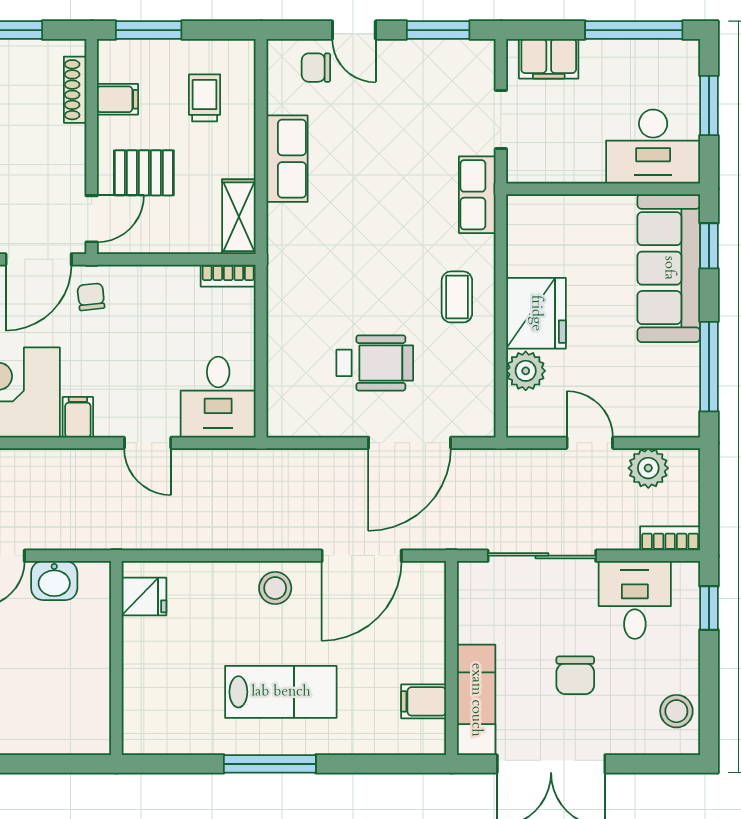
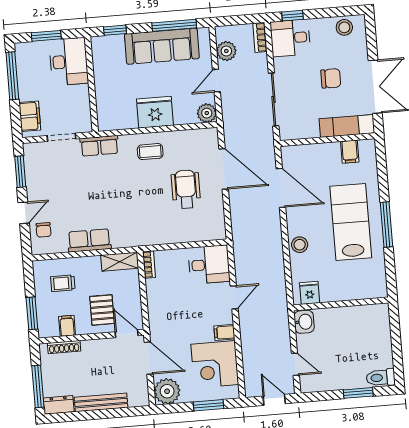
sofa: (669, 268) -> (162, 46), moved
chair: (91, 297) -> (165, 331), removed
plant: (526, 371) -> (207, 113), moved
washbasin: (54, 581) -> (304, 322), moved
stool: (275, 588) -> (300, 245), moved
desk: (635, 600) -> (290, 38), moved
lab bench: (281, 692) -> (351, 222), width x1.36, depth x1.39

